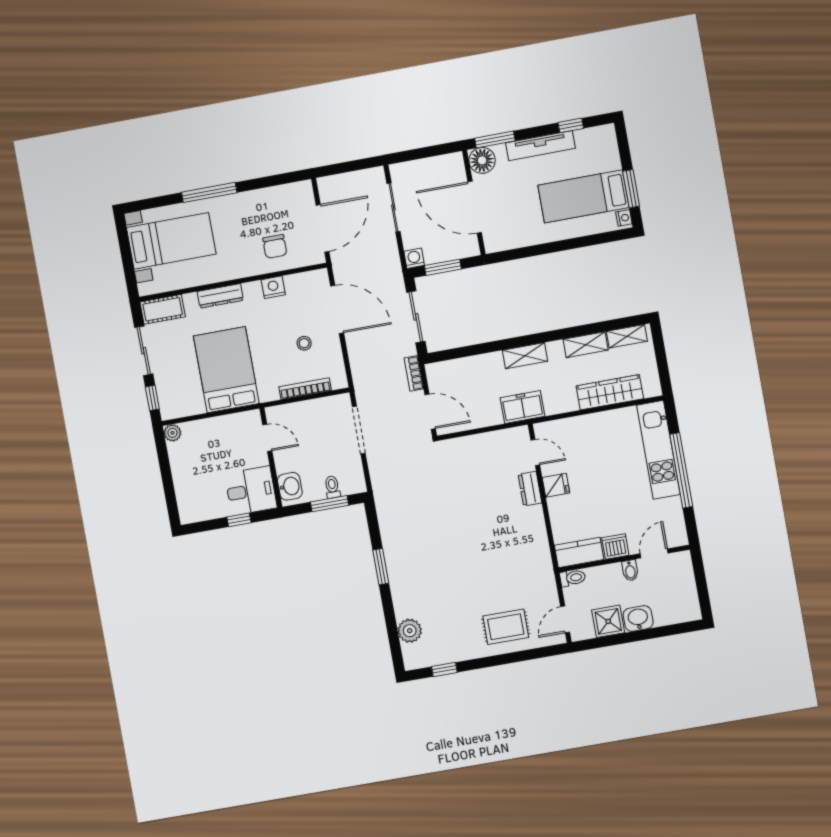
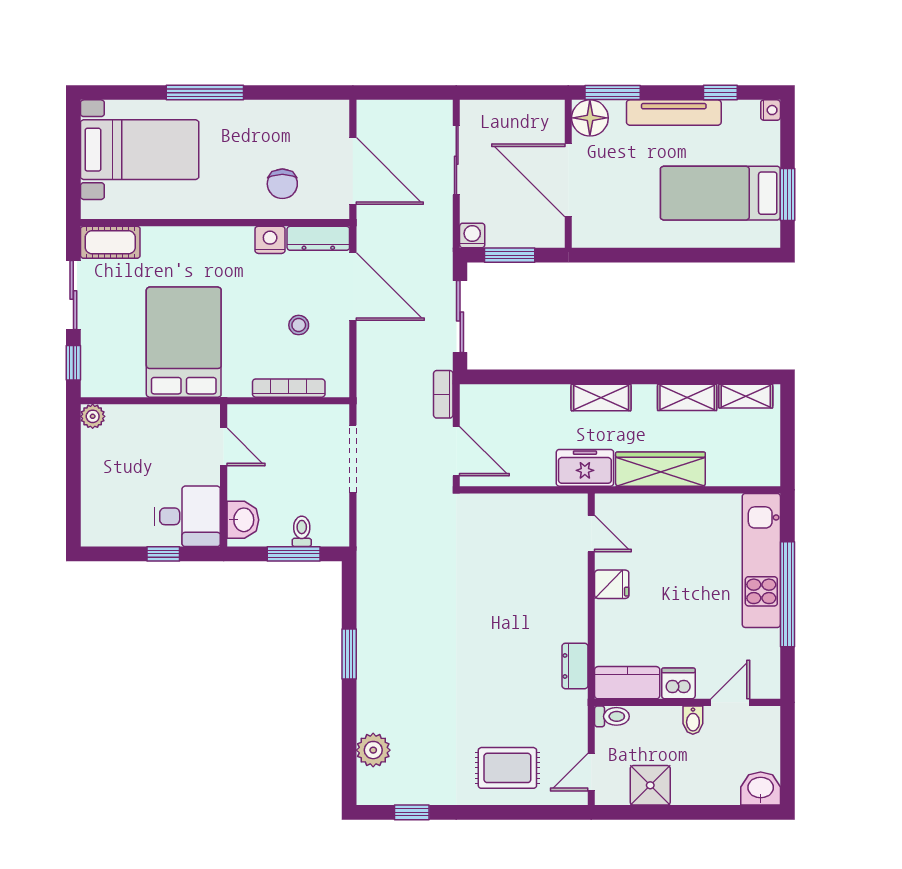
nightstand: (624, 218) -> (771, 110), moved
door: (322, 228) -> (353, 171), hinge flipped
dresser: (220, 296) -> (318, 238), moved
wardrobe: (610, 392) -> (660, 469), moved
dresser: (530, 489) -> (575, 666), moved
washbasin: (638, 618) -> (761, 789), moved

